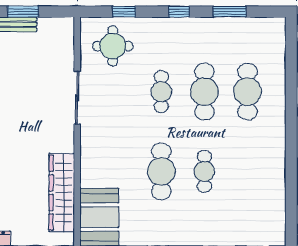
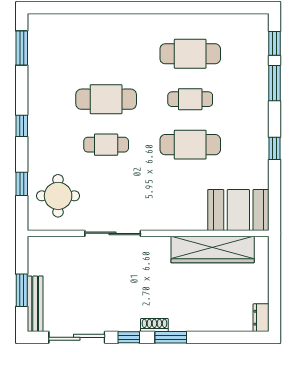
window: (230, 12) -> (22, 48), moved
cafe table: (248, 92) -> (190, 54), moved

